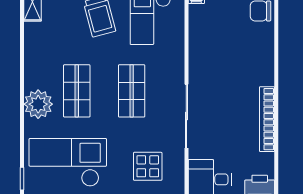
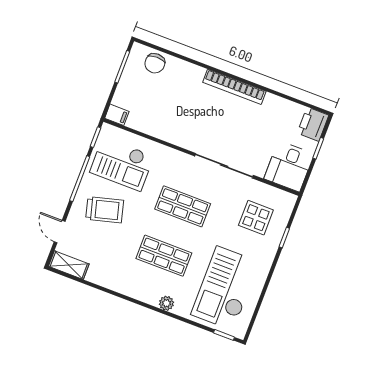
plant: (38, 104) -> (166, 303), width x0.53, depth x0.53
bookcase: (267, 119) -> (234, 87), moved

